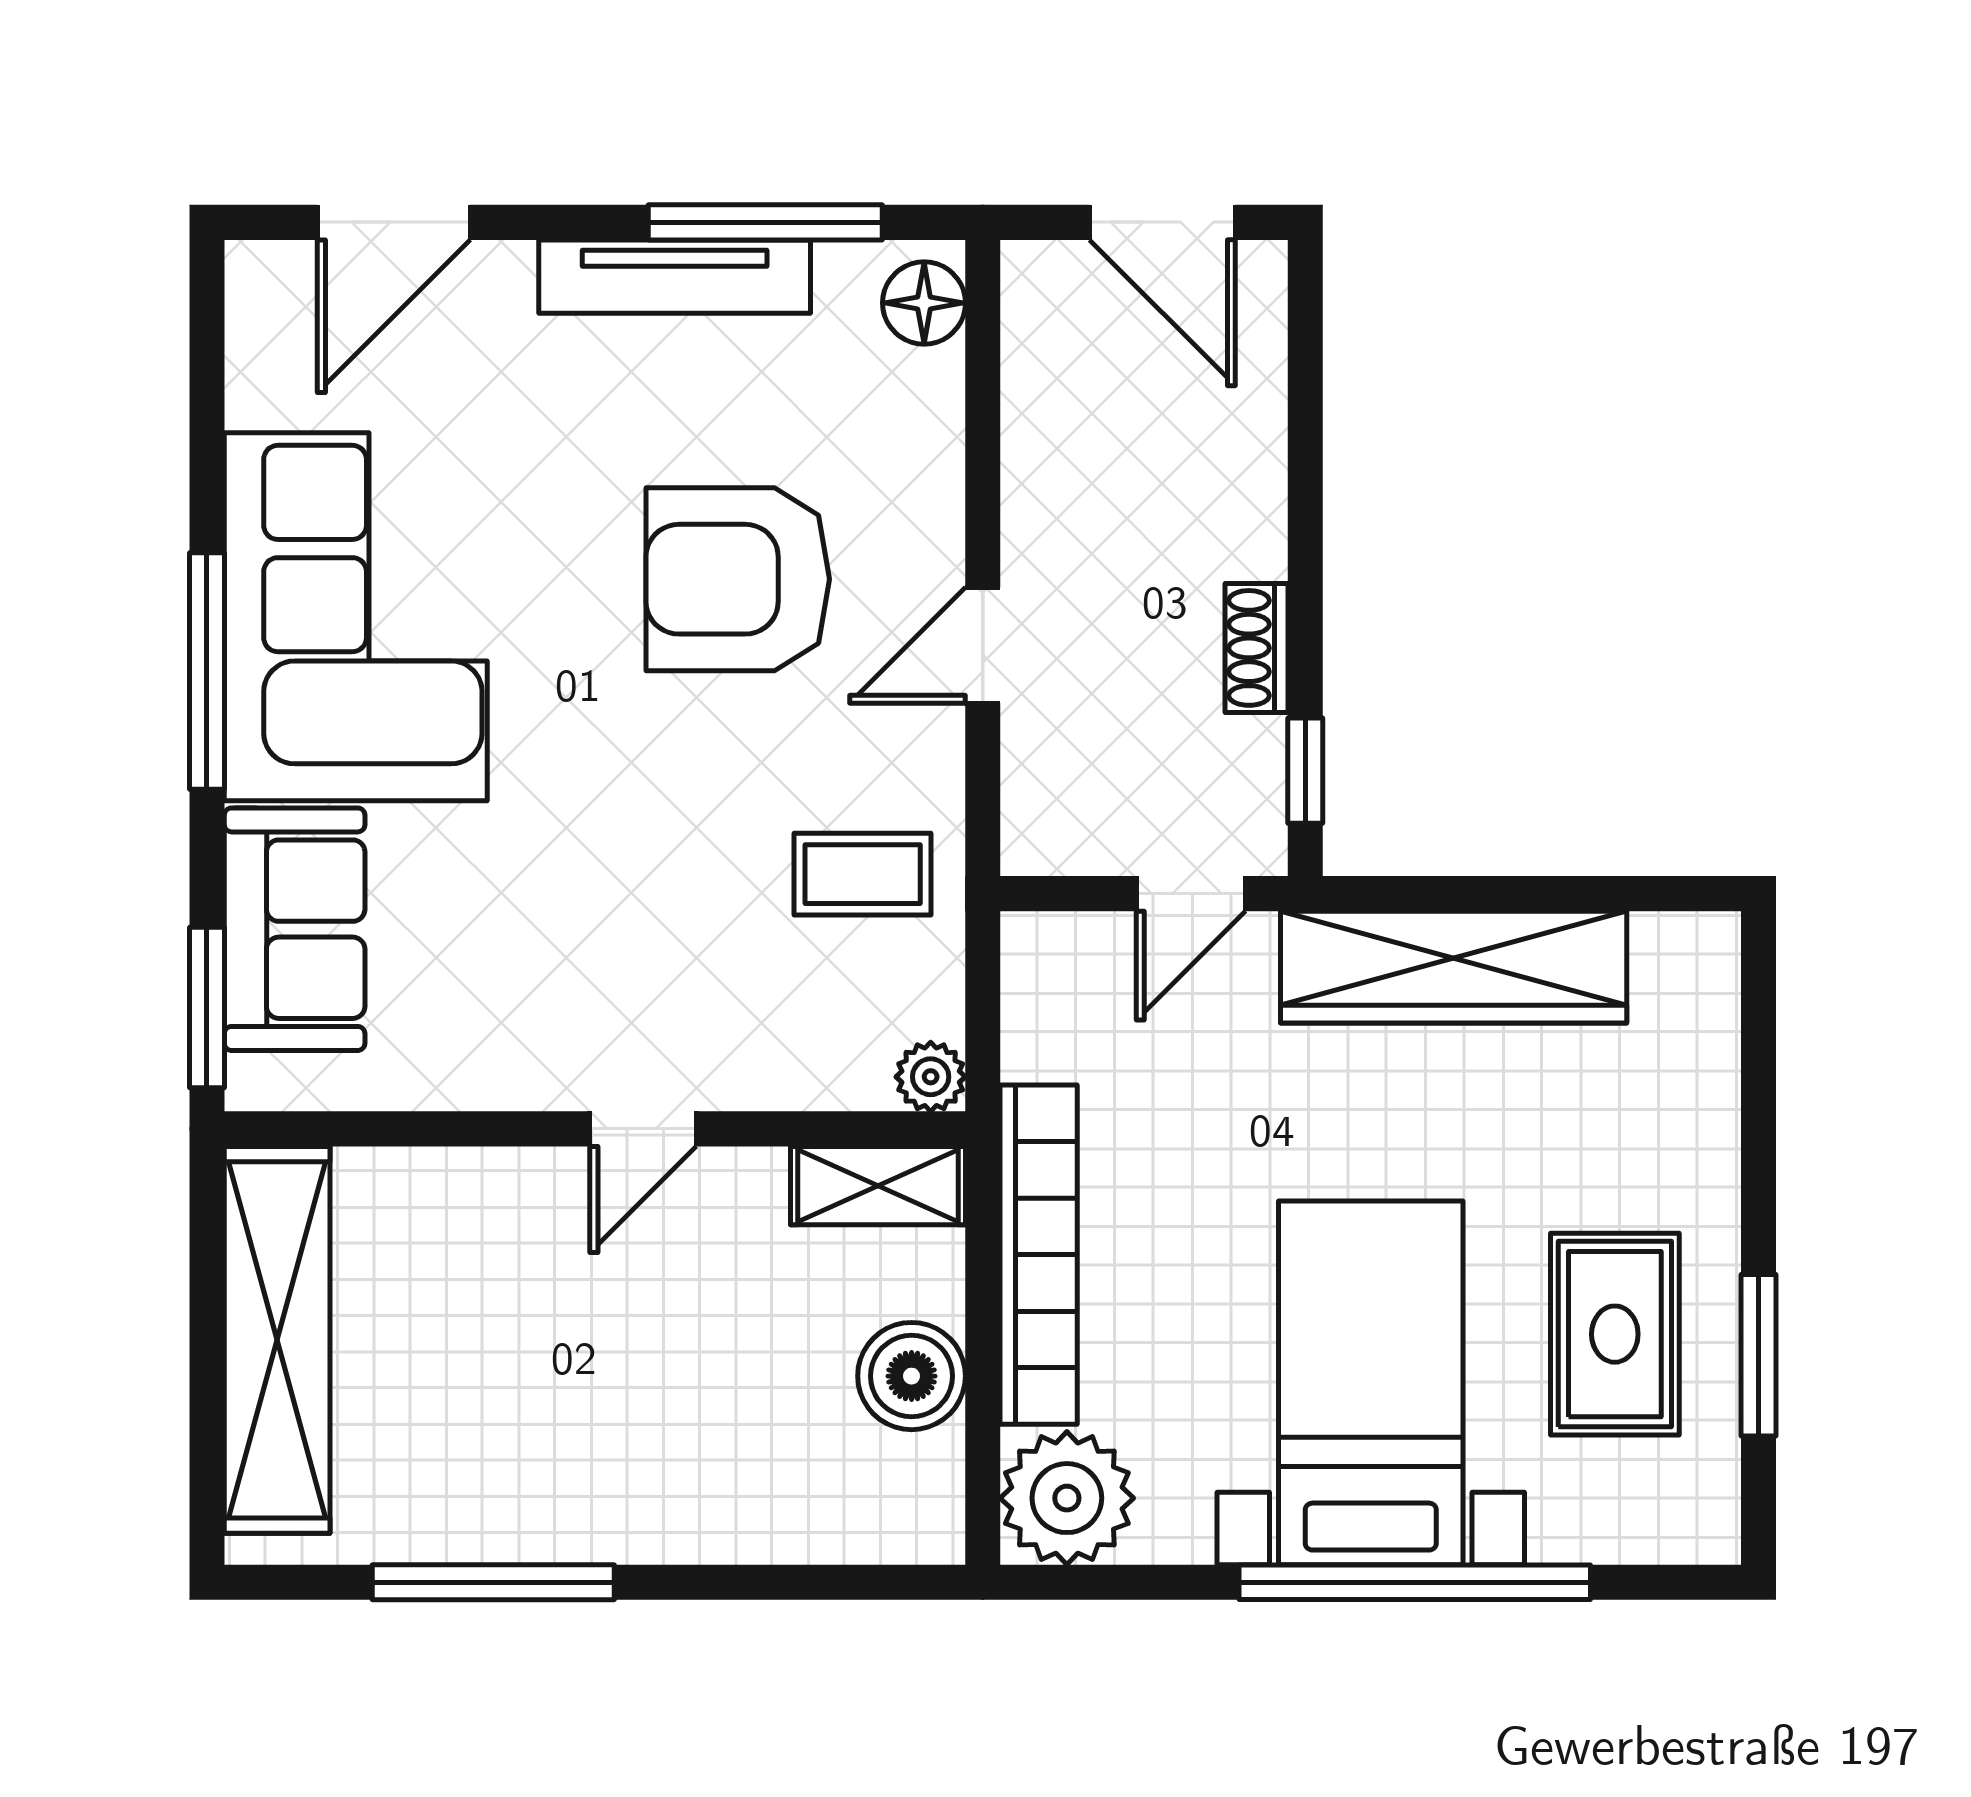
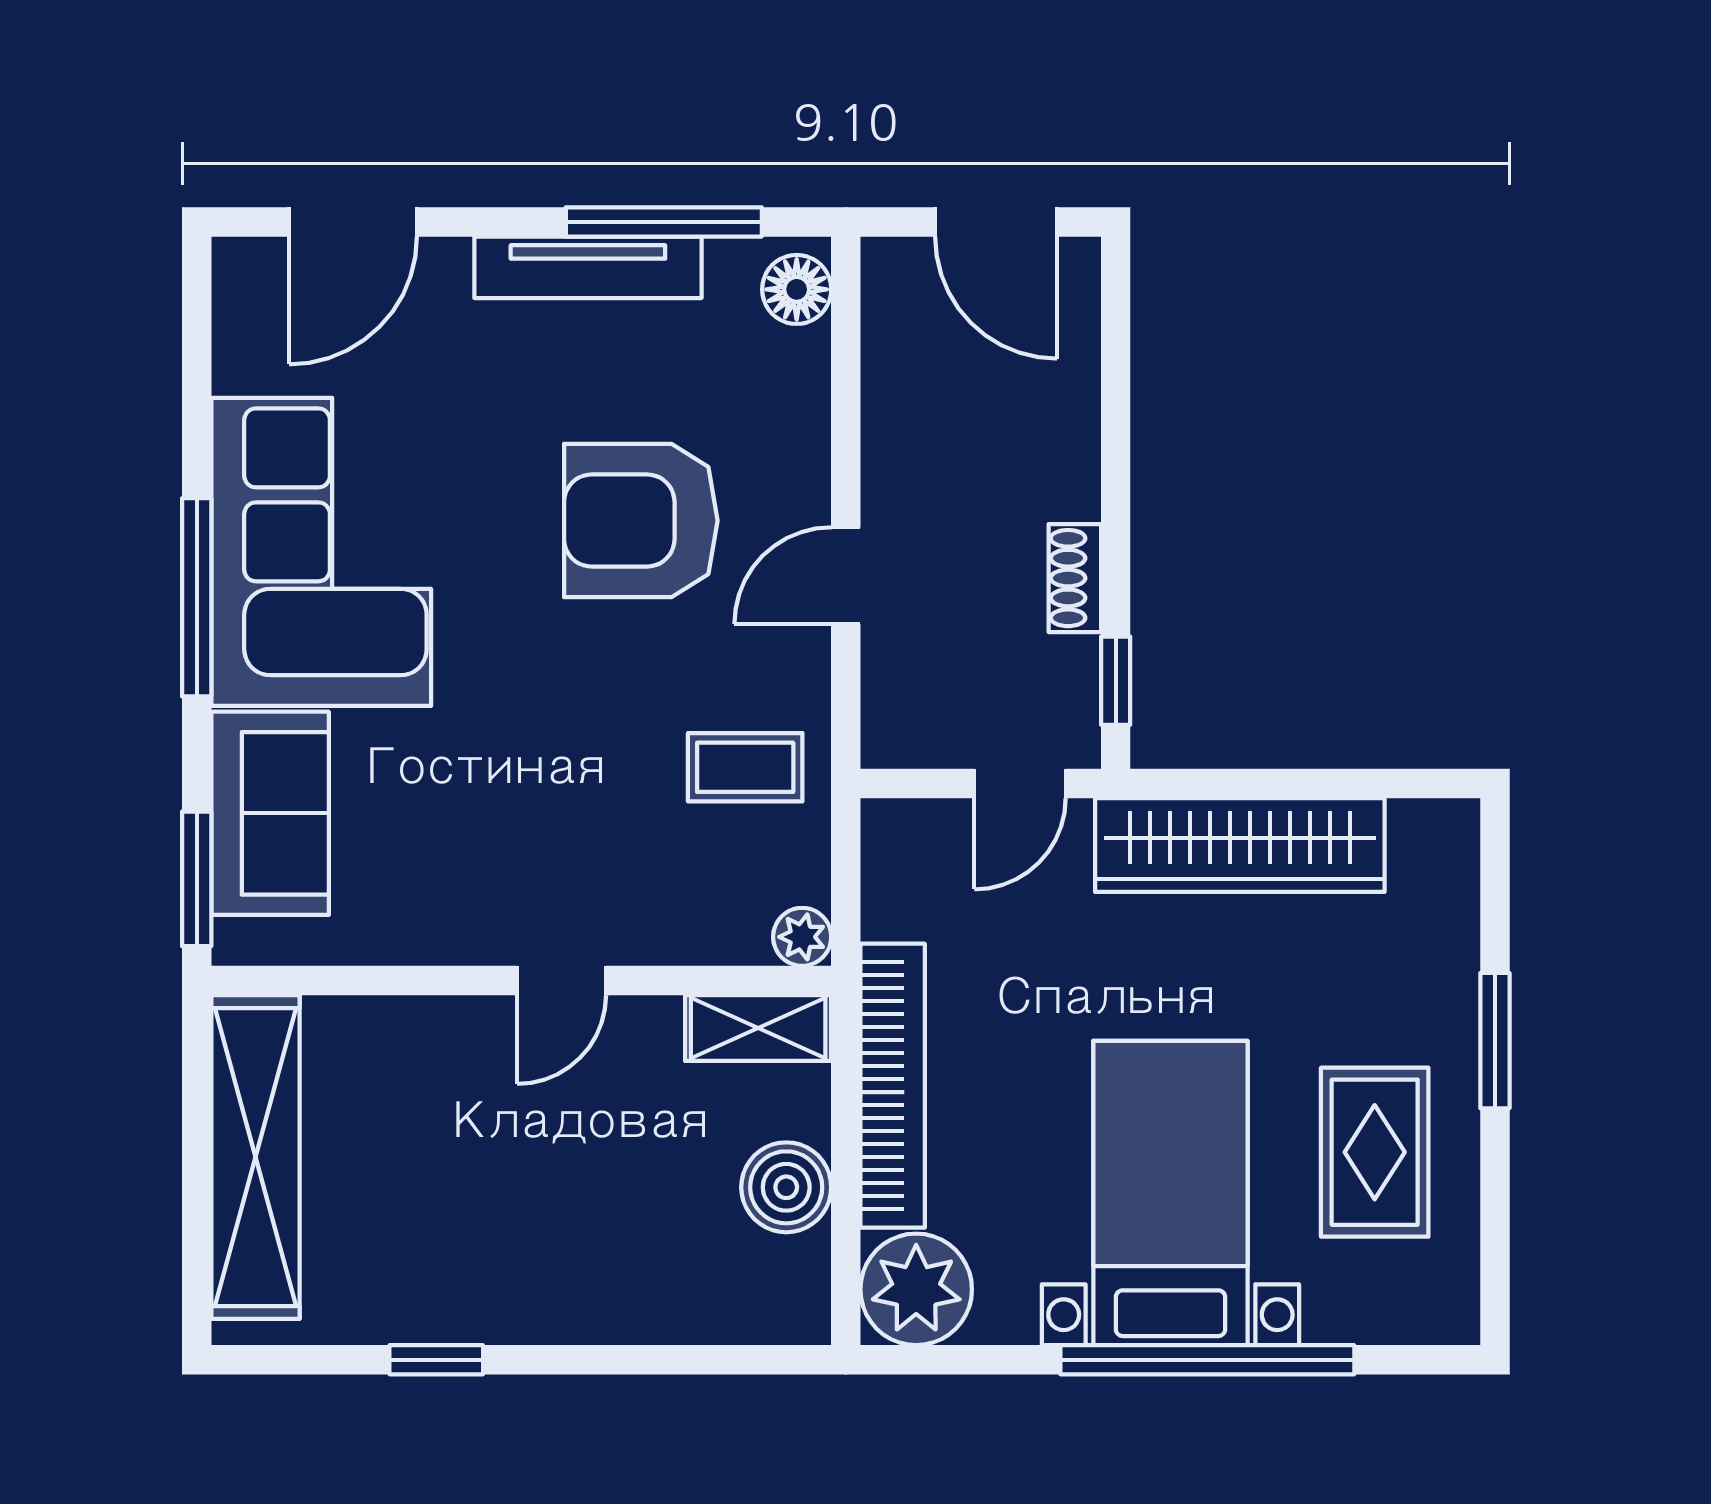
window: (1759, 1355) -> (1495, 1041), moved
window: (493, 1582) -> (436, 1360), width x0.46

